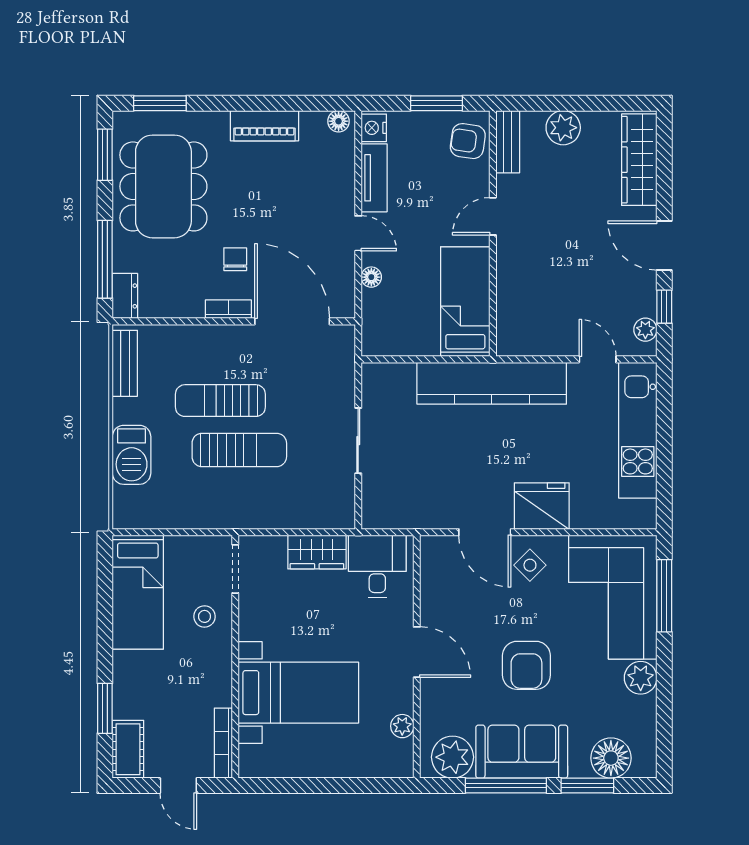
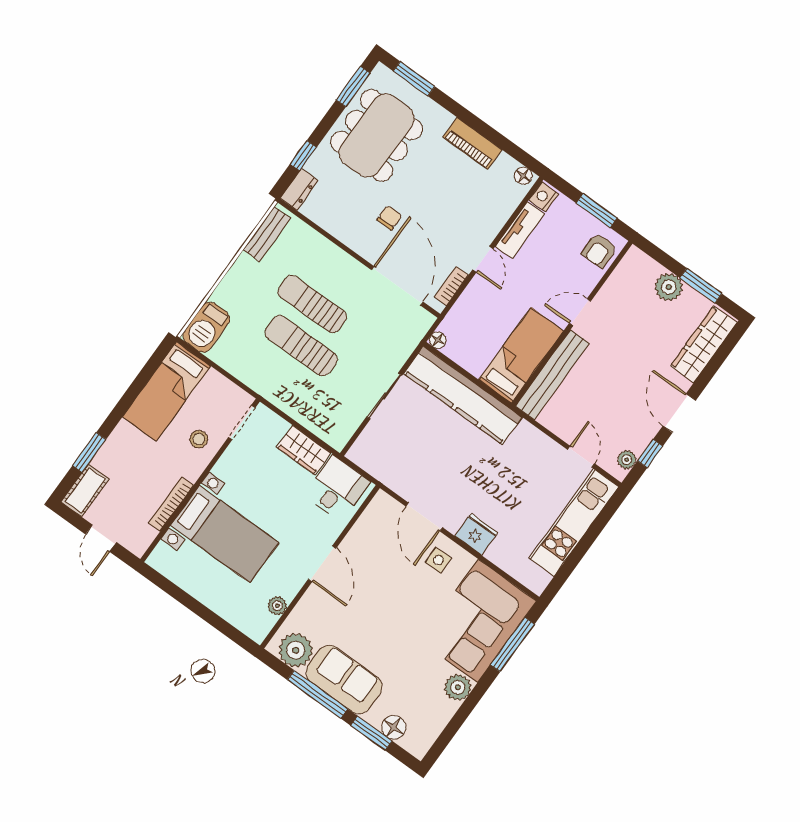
window: (594, 103) -> (701, 286), added
armchair: (468, 141) -> (599, 250), turned -98
bench: (508, 142) -> (552, 375), moved, width x1.86, depth x1.21
window: (105, 259) -> (303, 156), width x0.46
floor lamp: (371, 277) -> (438, 340), moved
bookcase: (228, 309) -> (451, 286), moved, turned -90
kitchen counter: (492, 383) -> (463, 395), moved
sun lounger: (239, 450) -> (301, 346), turned 180
barbecue: (132, 455) -> (206, 327), moved
fridge: (542, 506) -> (476, 534), width x0.73, depth x0.75
side table: (530, 565) -> (438, 560), turned 45
armchair: (526, 665) -> (388, 625), removed
bookcase: (223, 743) -> (171, 504), moved
floor lamp: (611, 758) -> (394, 727), width x0.73, depth x0.73

